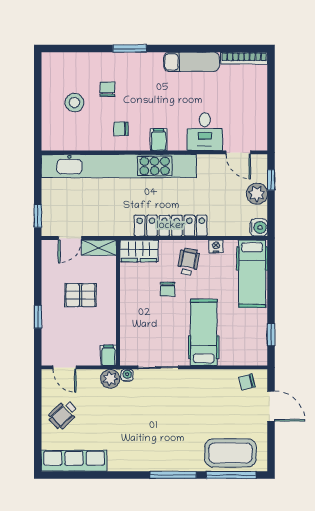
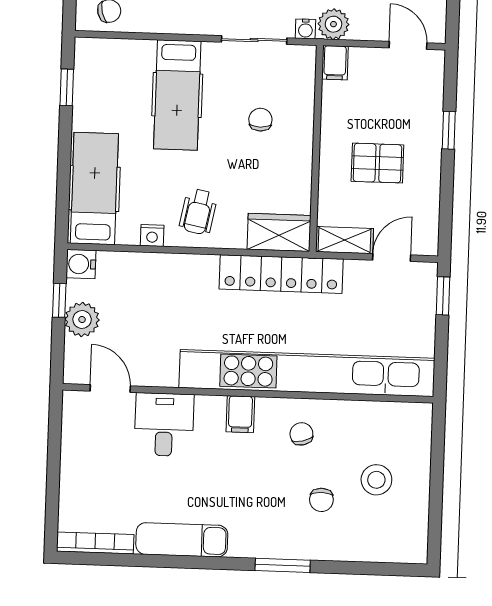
chair: (121, 129) -> (301, 434), turned -104
window: (271, 180) -> (59, 300), moved
locker: (171, 226) -> (281, 274), moved
chair: (168, 289) -> (260, 120), moved

